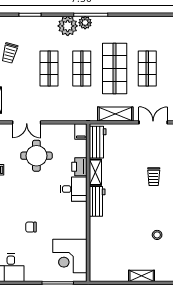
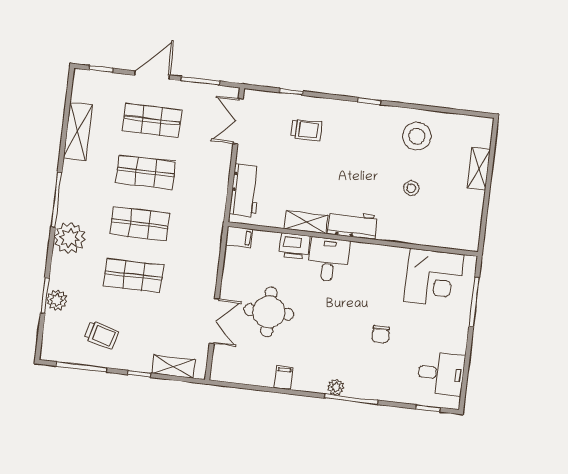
plant: (85, 23) -> (57, 300), moved
shop shelf: (115, 69) -> (146, 172), width x0.70, depth x0.74
shelving: (115, 114) -> (78, 131), moved
workbench: (98, 142) -> (245, 190), moved, turned 90
trolley: (154, 177) -> (307, 130), moved
stool: (124, 235) -> (411, 188), added
stool: (157, 235) -> (417, 136), width x1.89, depth x1.89

